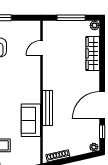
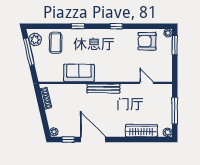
bench: (48, 108) -> (103, 89), moved

